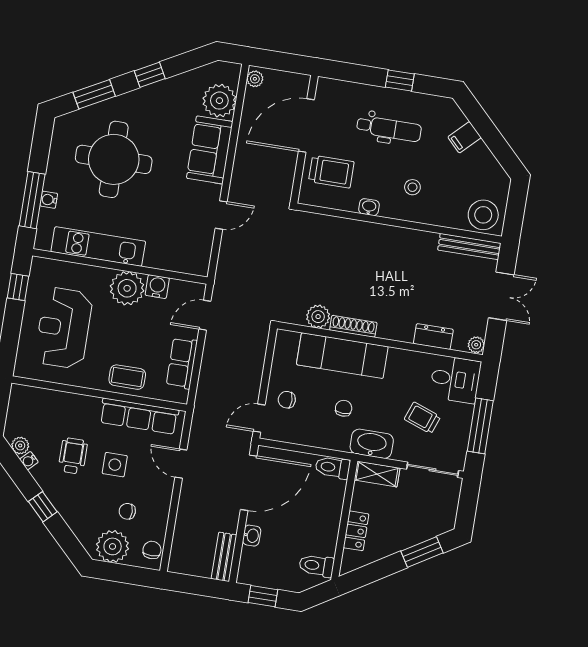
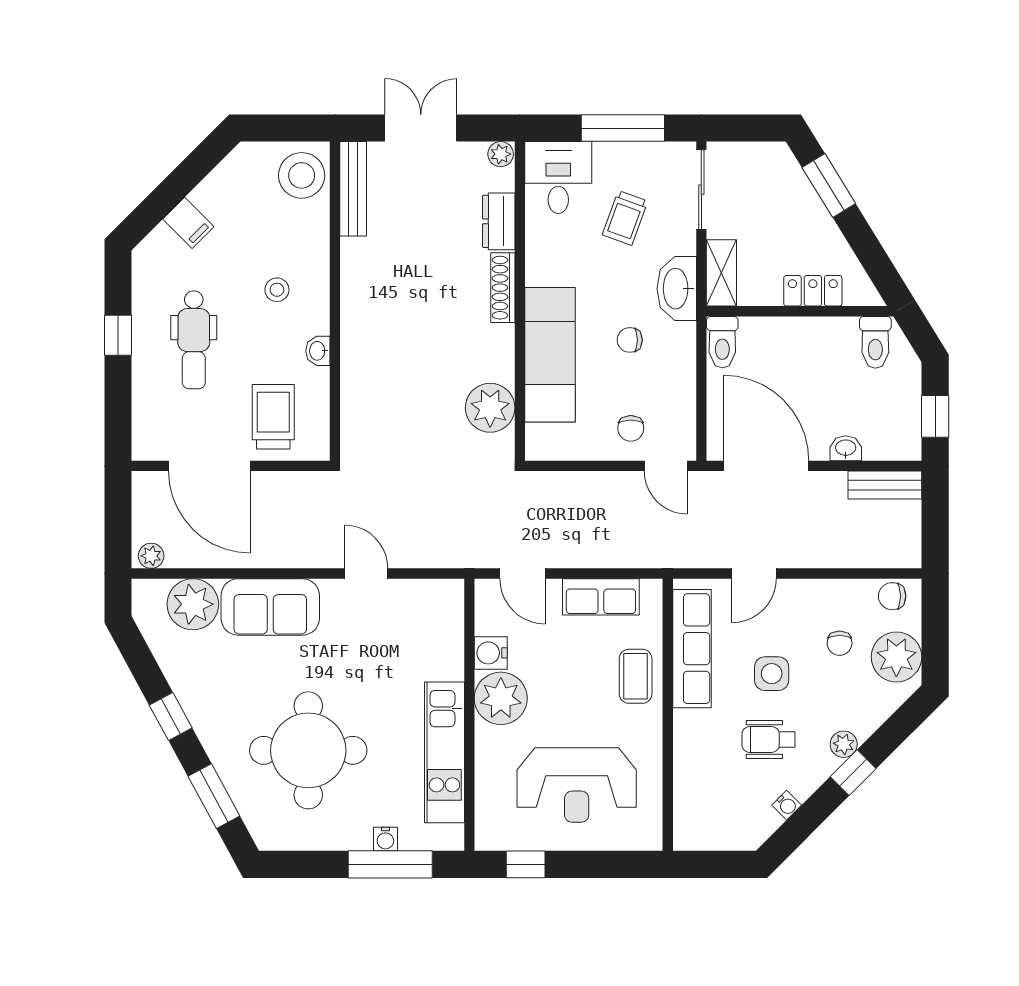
dental chair: (389, 129) -> (194, 340), turned 180
plant: (318, 317) -> (490, 408), width x1.36, depth x1.36
shoe rack: (353, 326) -> (503, 288), moved
plant: (20, 445) -> (844, 744), moved

